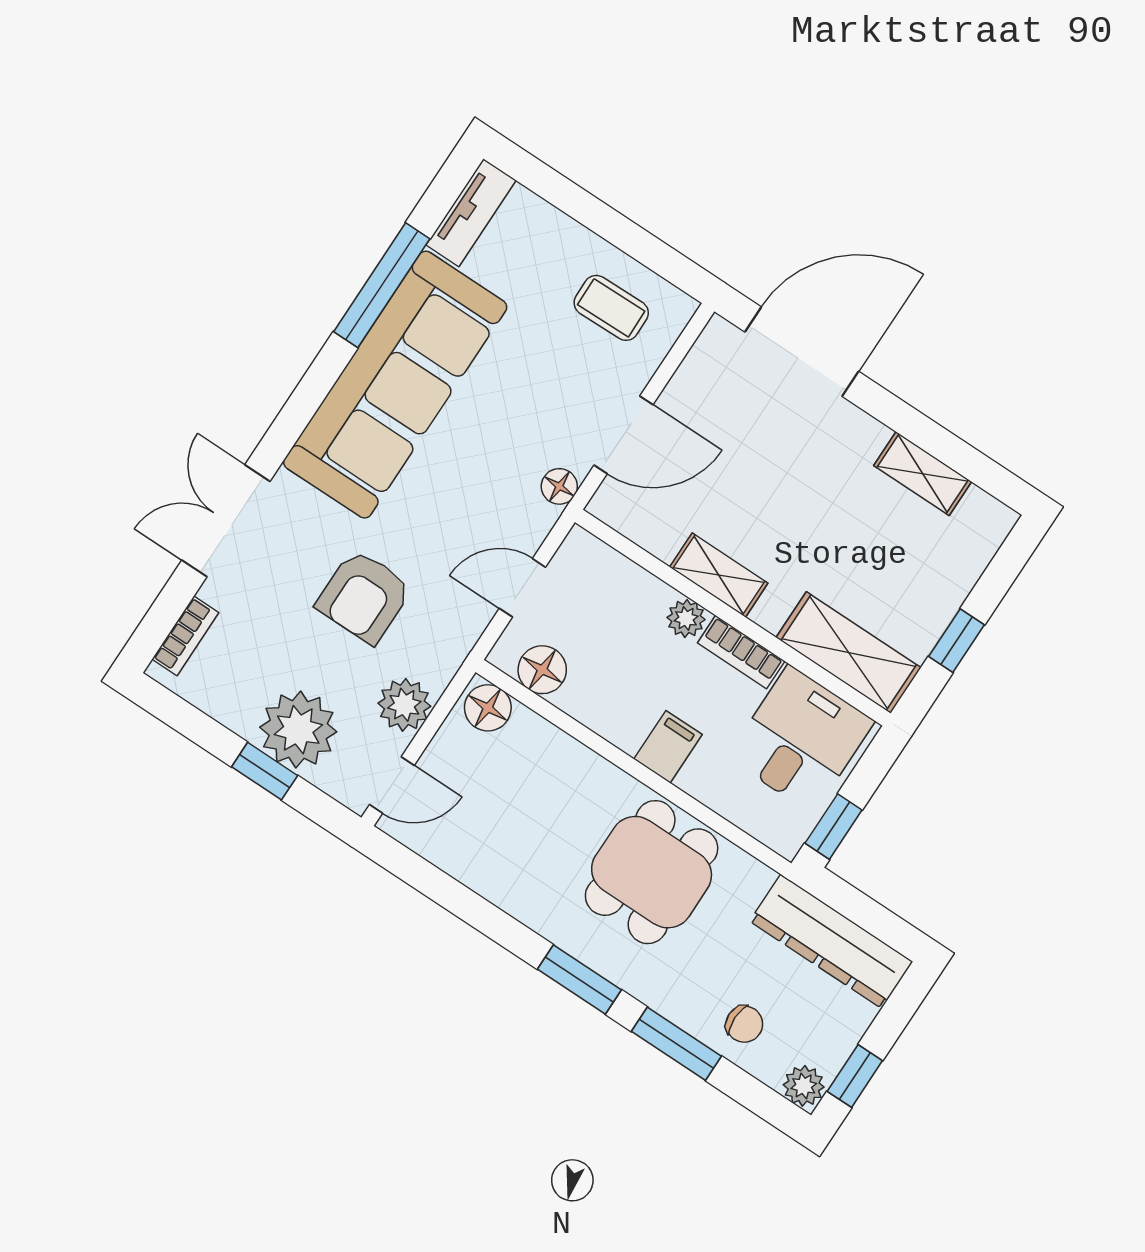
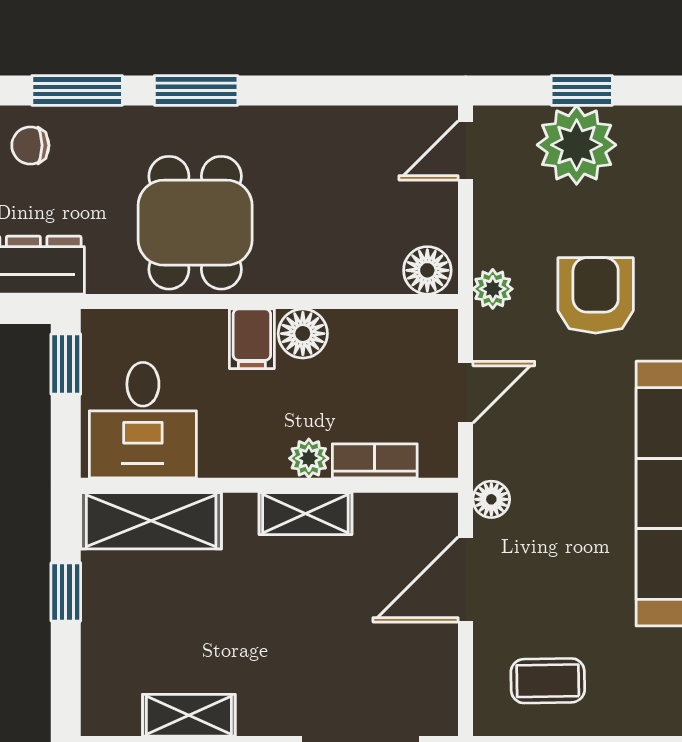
bookcase: (741, 652) -> (375, 461), moved
floor lamp: (542, 670) -> (303, 334), moved
plant: (404, 705) -> (493, 289), moved, width x0.73, depth x0.73

